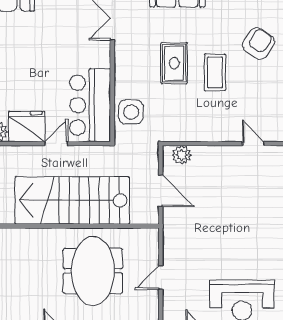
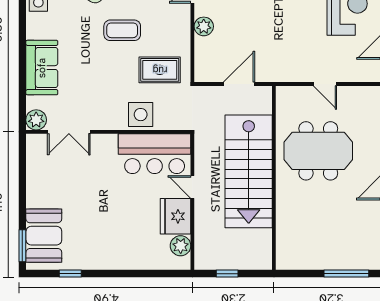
rug: (174, 63) -> (160, 70), moved
side table: (131, 112) -> (141, 115), moved
plant: (182, 155) -> (204, 26), moved

